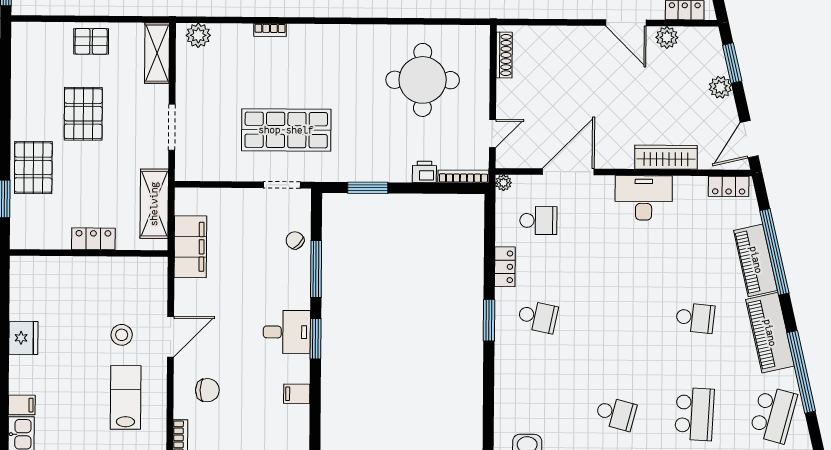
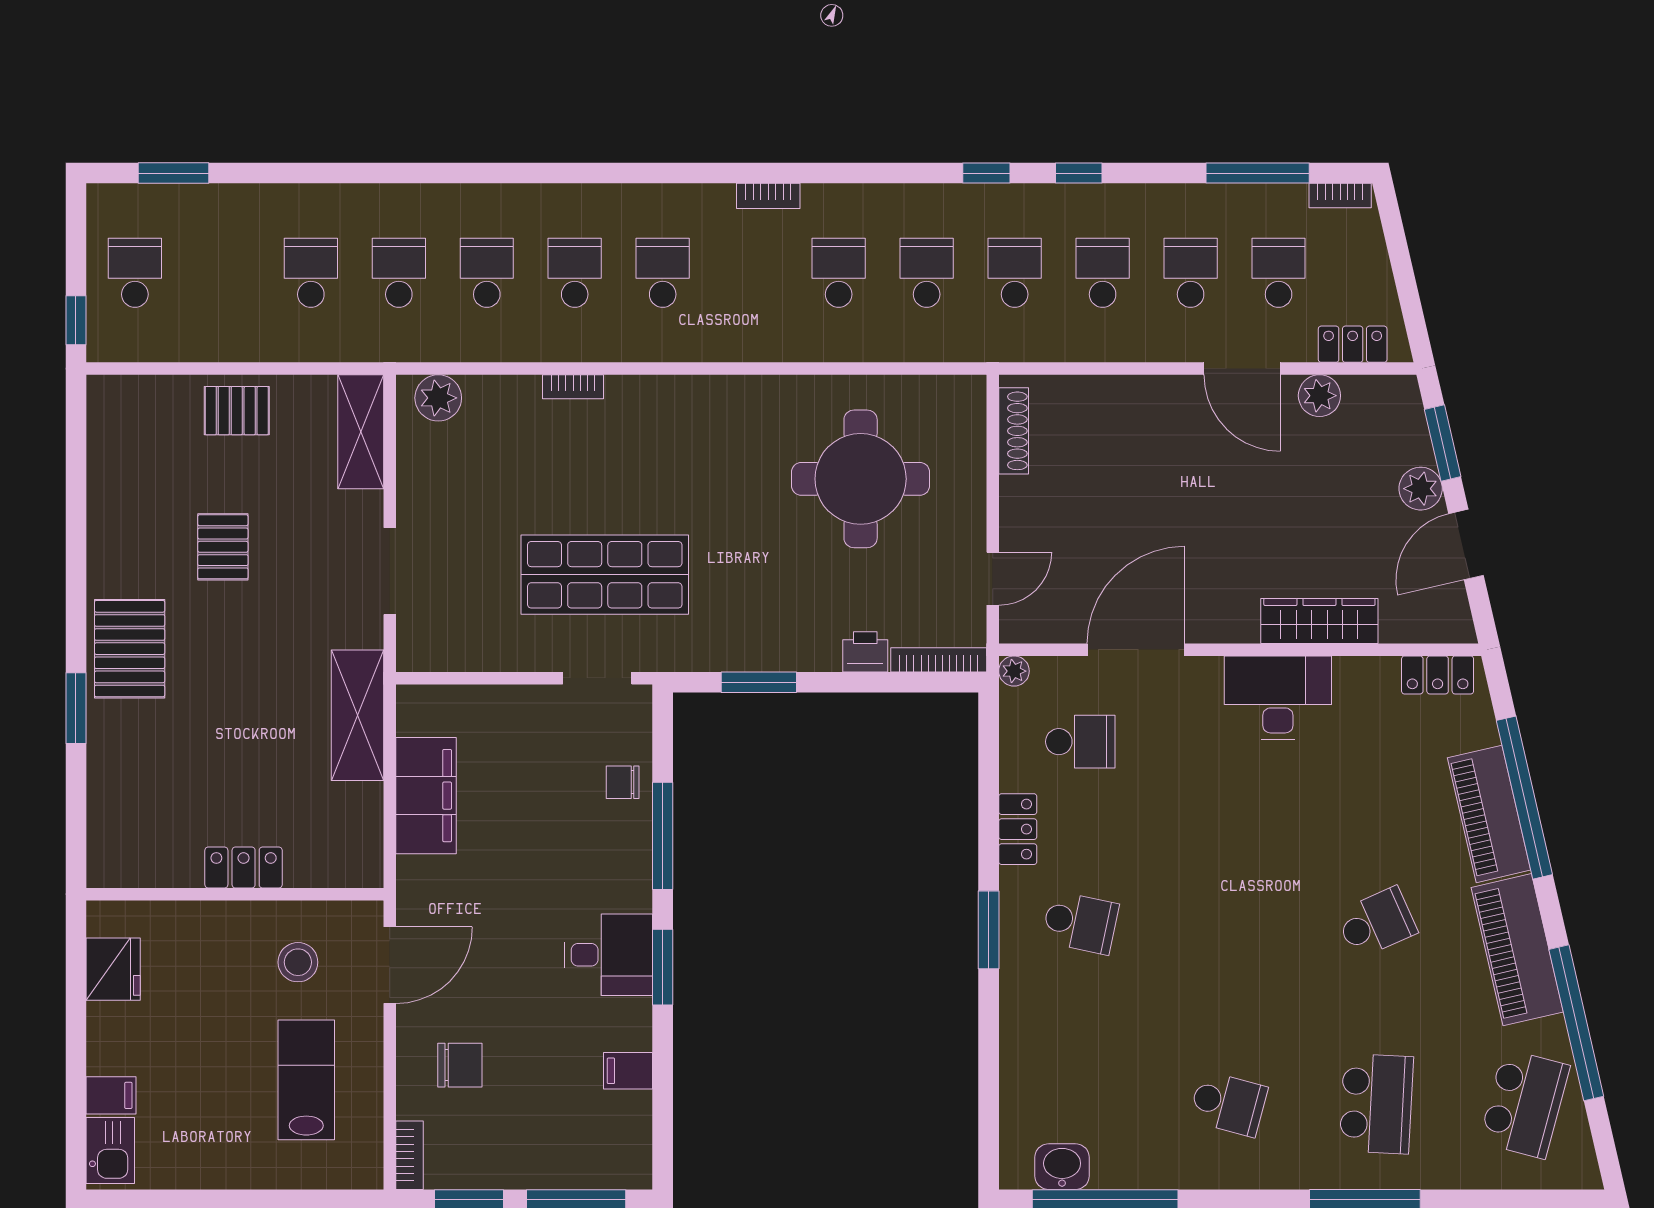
pallet: (83, 114) -> (223, 547), width x0.67, depth x0.71
door: (749, 139) -> (1466, 545), moved
locker: (93, 239) -> (244, 867), moved
chair: (295, 240) -> (623, 782), turned -44
wall: (89, 253) -> (235, 894), moved
school desk: (695, 318) -> (1376, 923), turned -30

